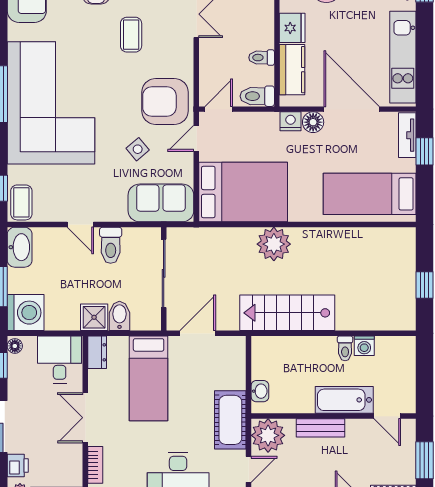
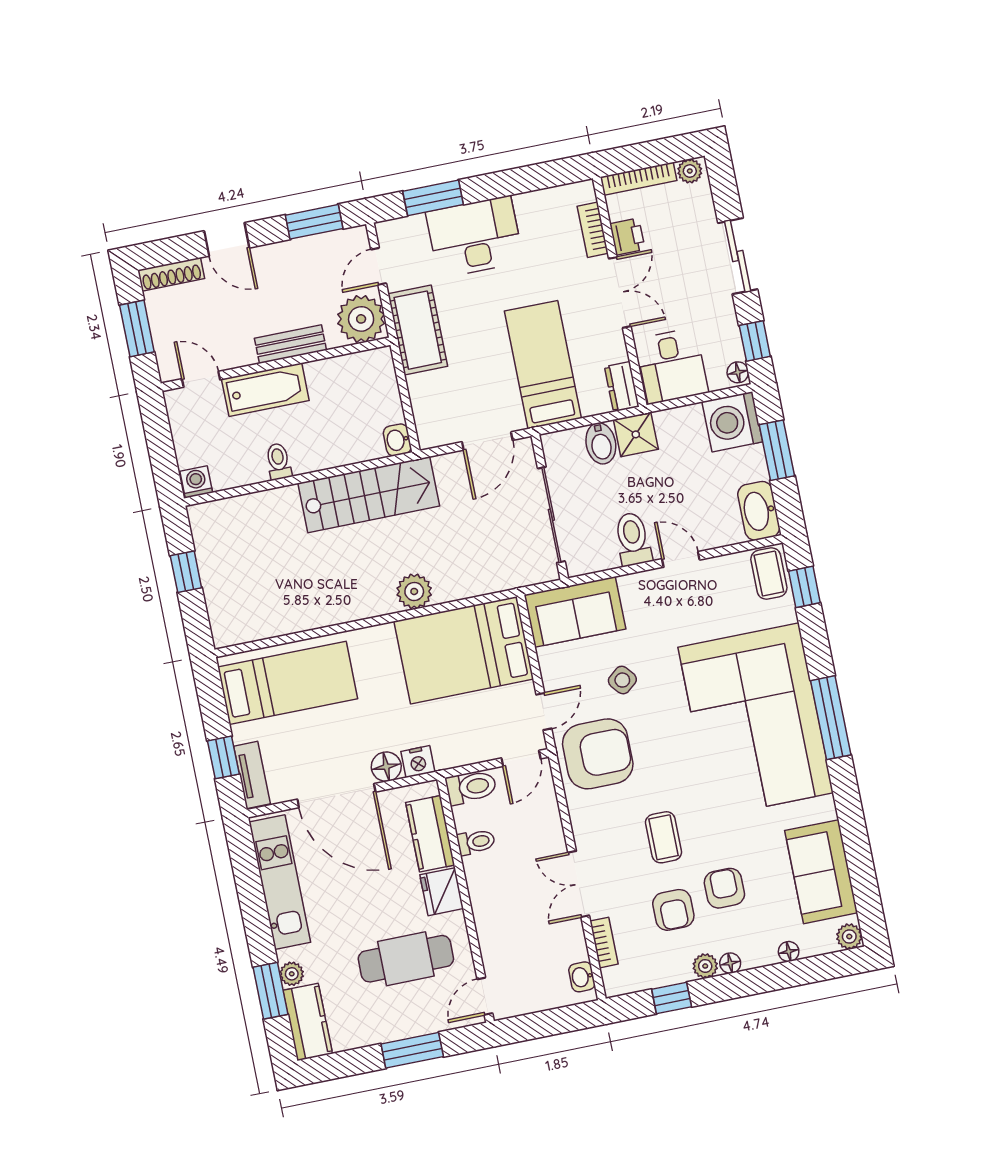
plant: (274, 244) -> (414, 591), width x0.73, depth x0.73
washing machine: (364, 346) -> (196, 482), moved
washbasin: (260, 391) -> (397, 440), moved
printer: (18, 466) -> (627, 237), moved, turned 180

